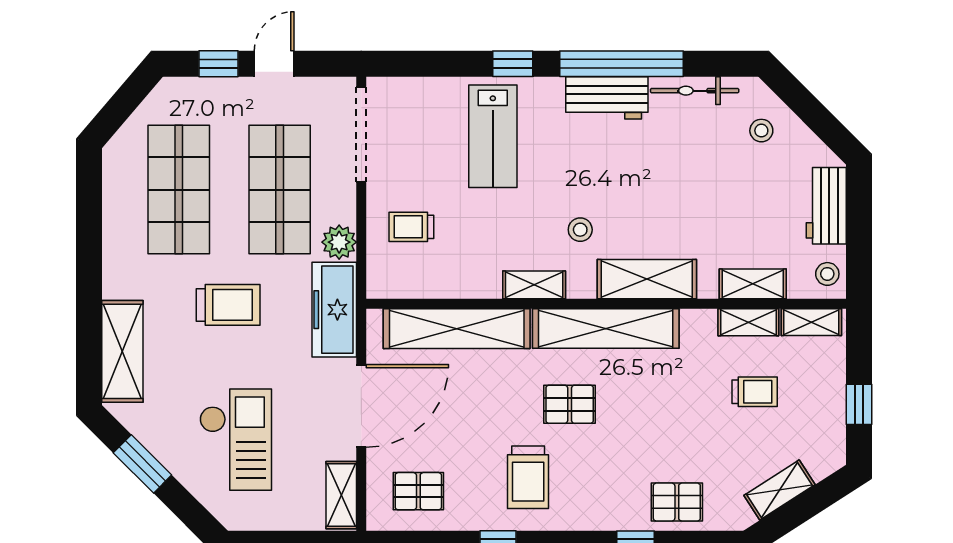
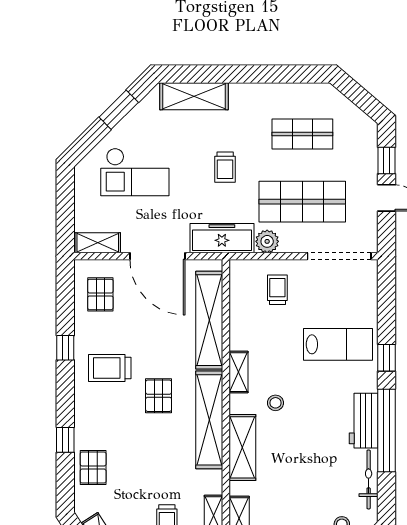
lab bench: (493, 136) -> (338, 344), turned 180
shop shelf: (179, 190) -> (302, 134), width x0.70, depth x0.74
trolley: (228, 305) -> (225, 167), width x0.73, depth x0.72

